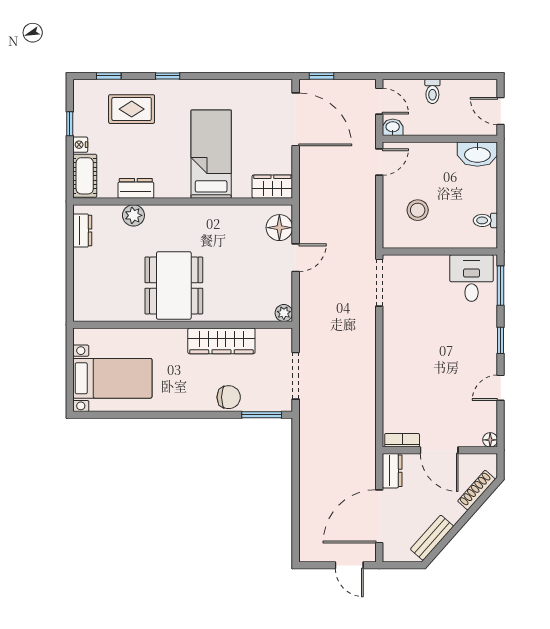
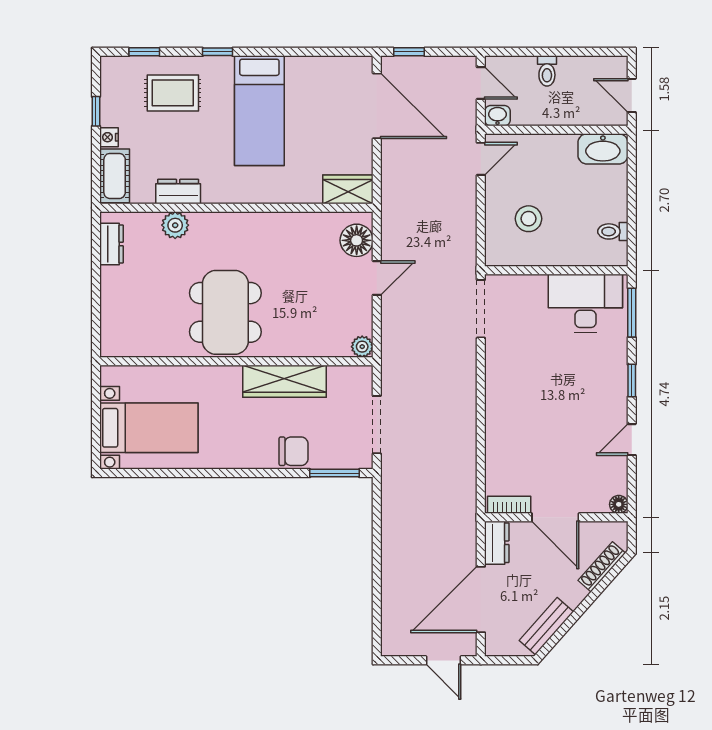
bed: (211, 154) -> (259, 111), moved, turned 180
desk: (472, 278) -> (585, 303), width x1.37

